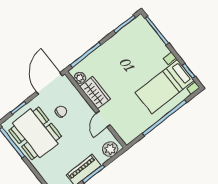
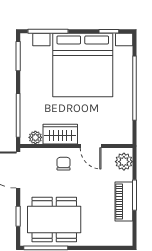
bed with nightstands: (165, 87) -> (83, 65), width x1.85
chair: (61, 112) -> (64, 164), moved

